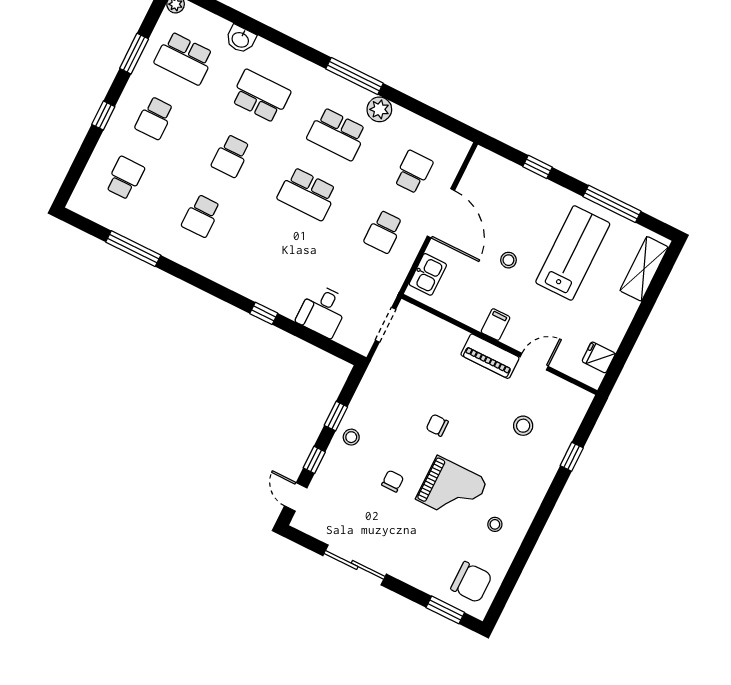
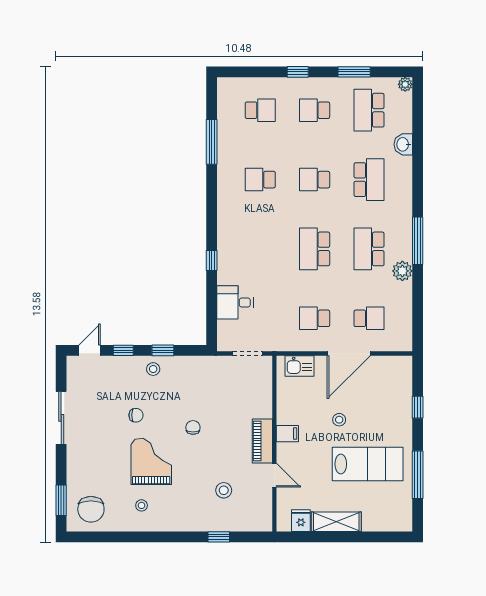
shelving: (644, 269) -> (336, 522), moved
grand piano: (452, 490) -> (151, 461), turned 180

